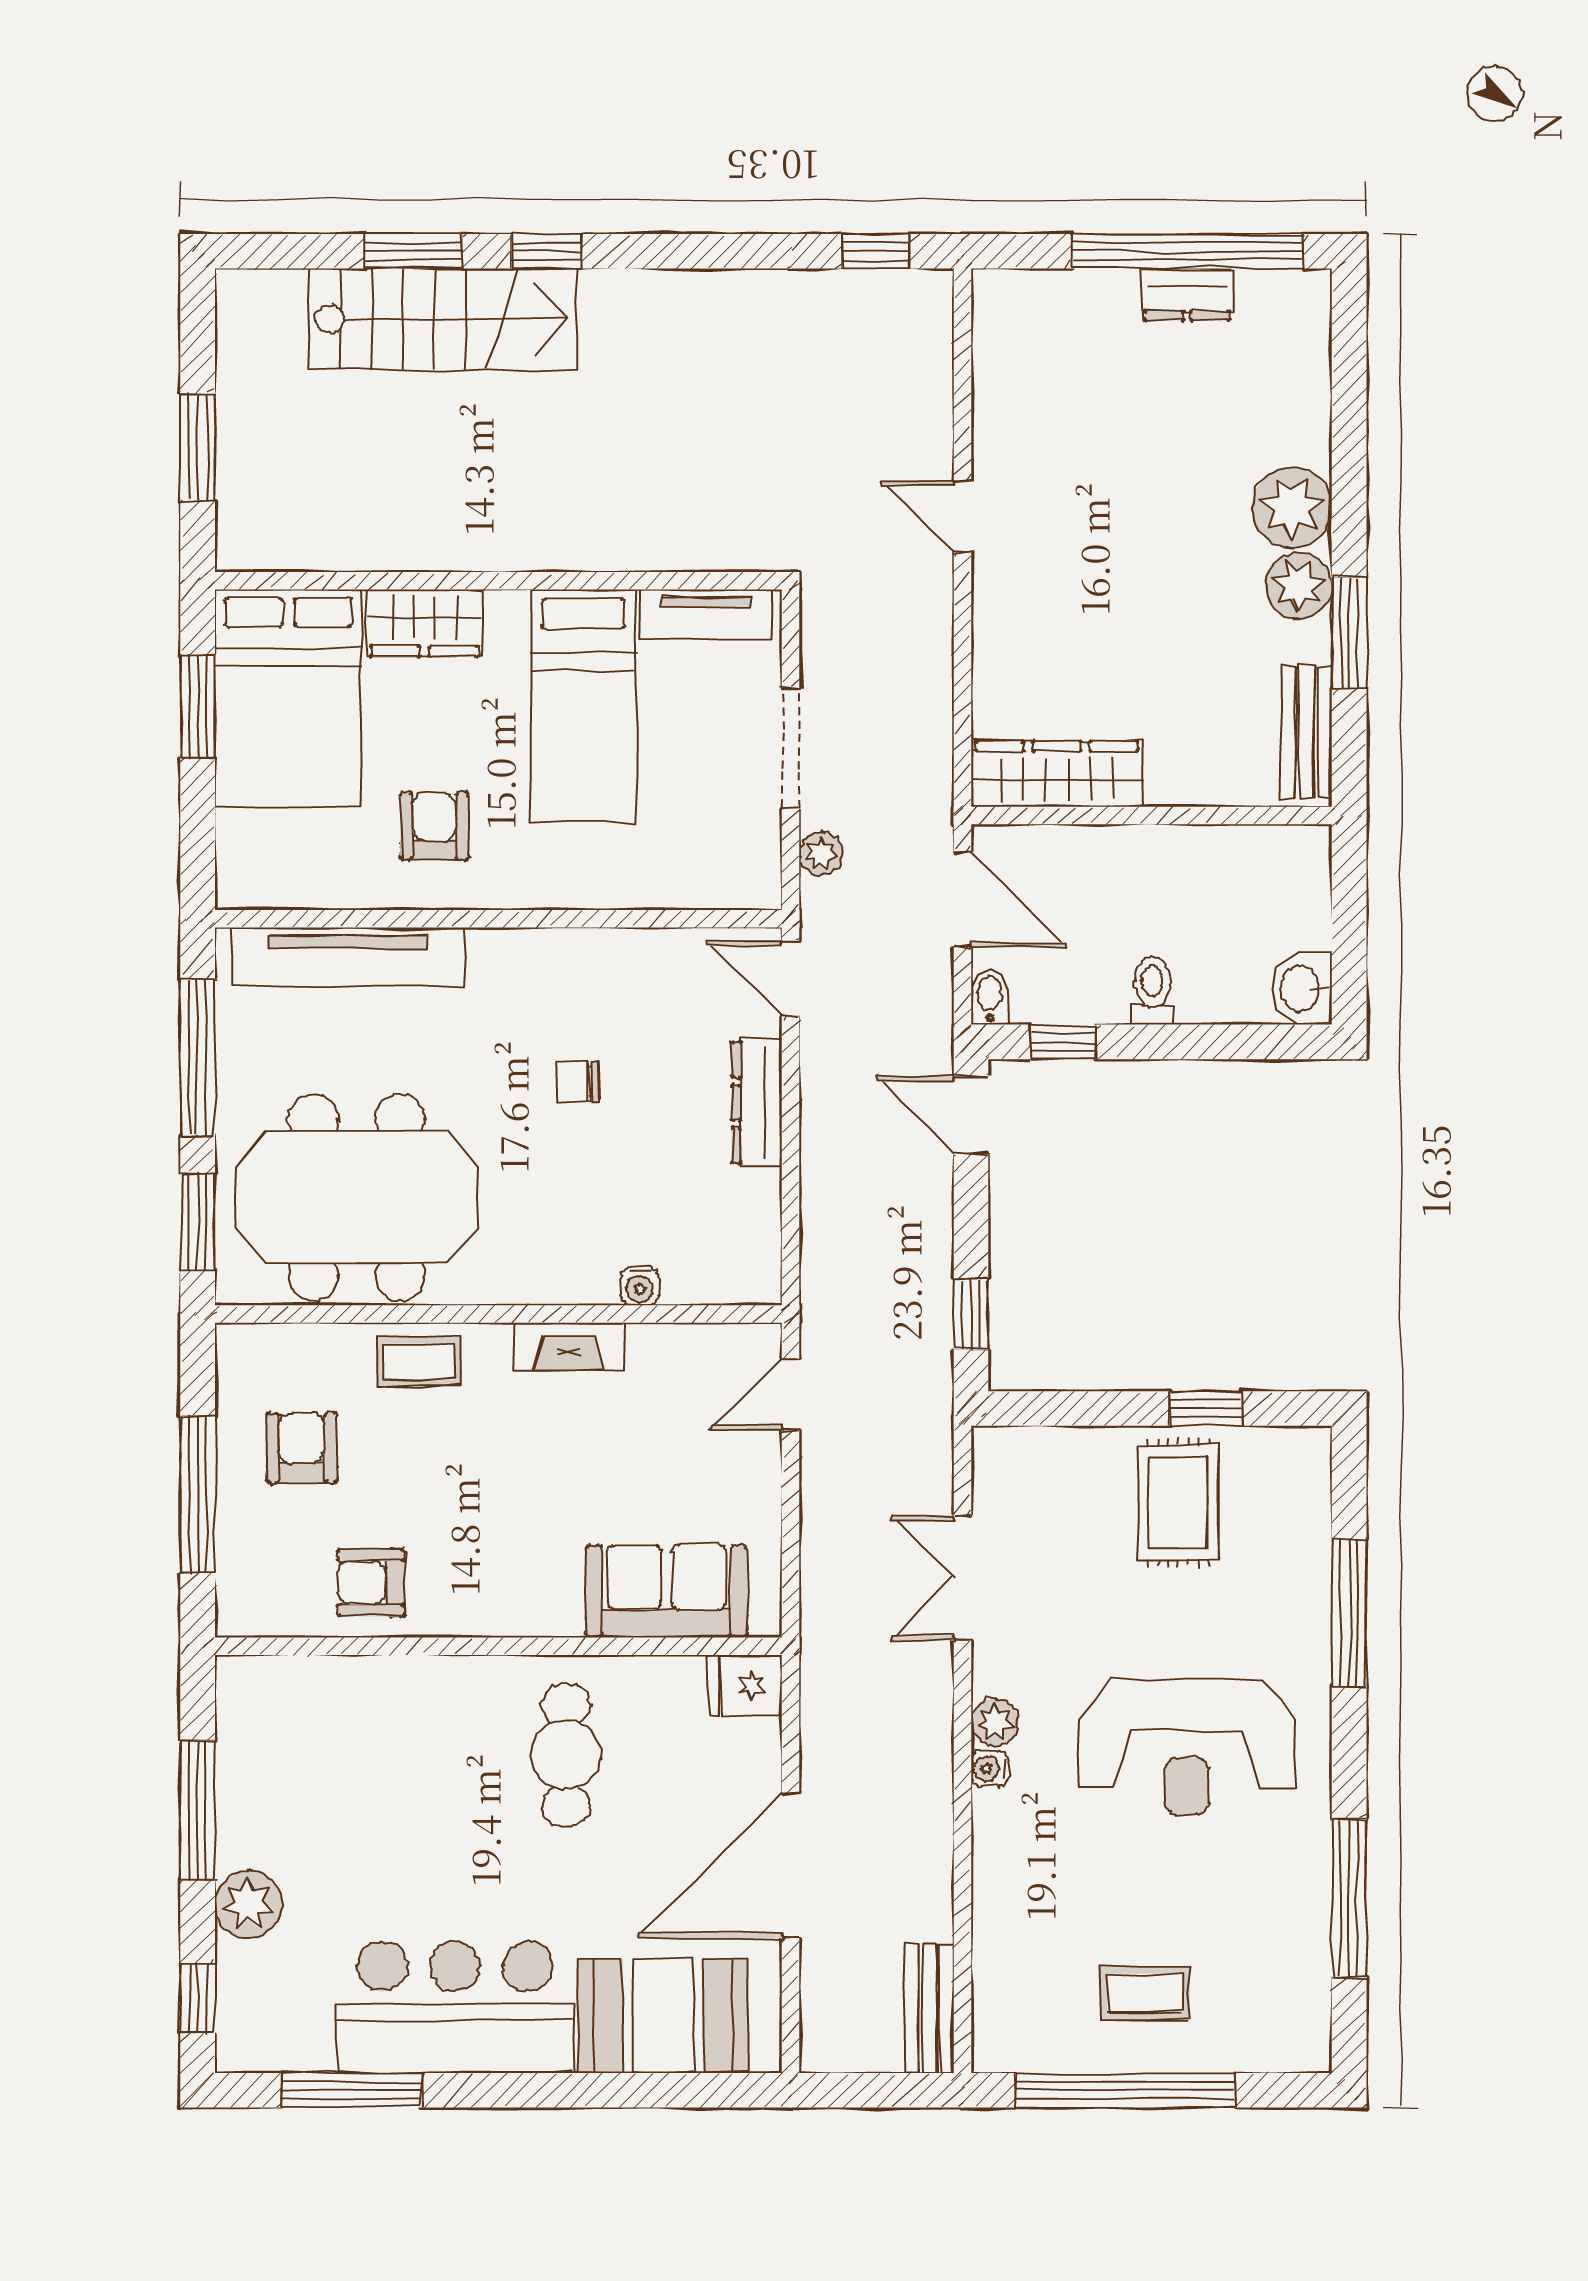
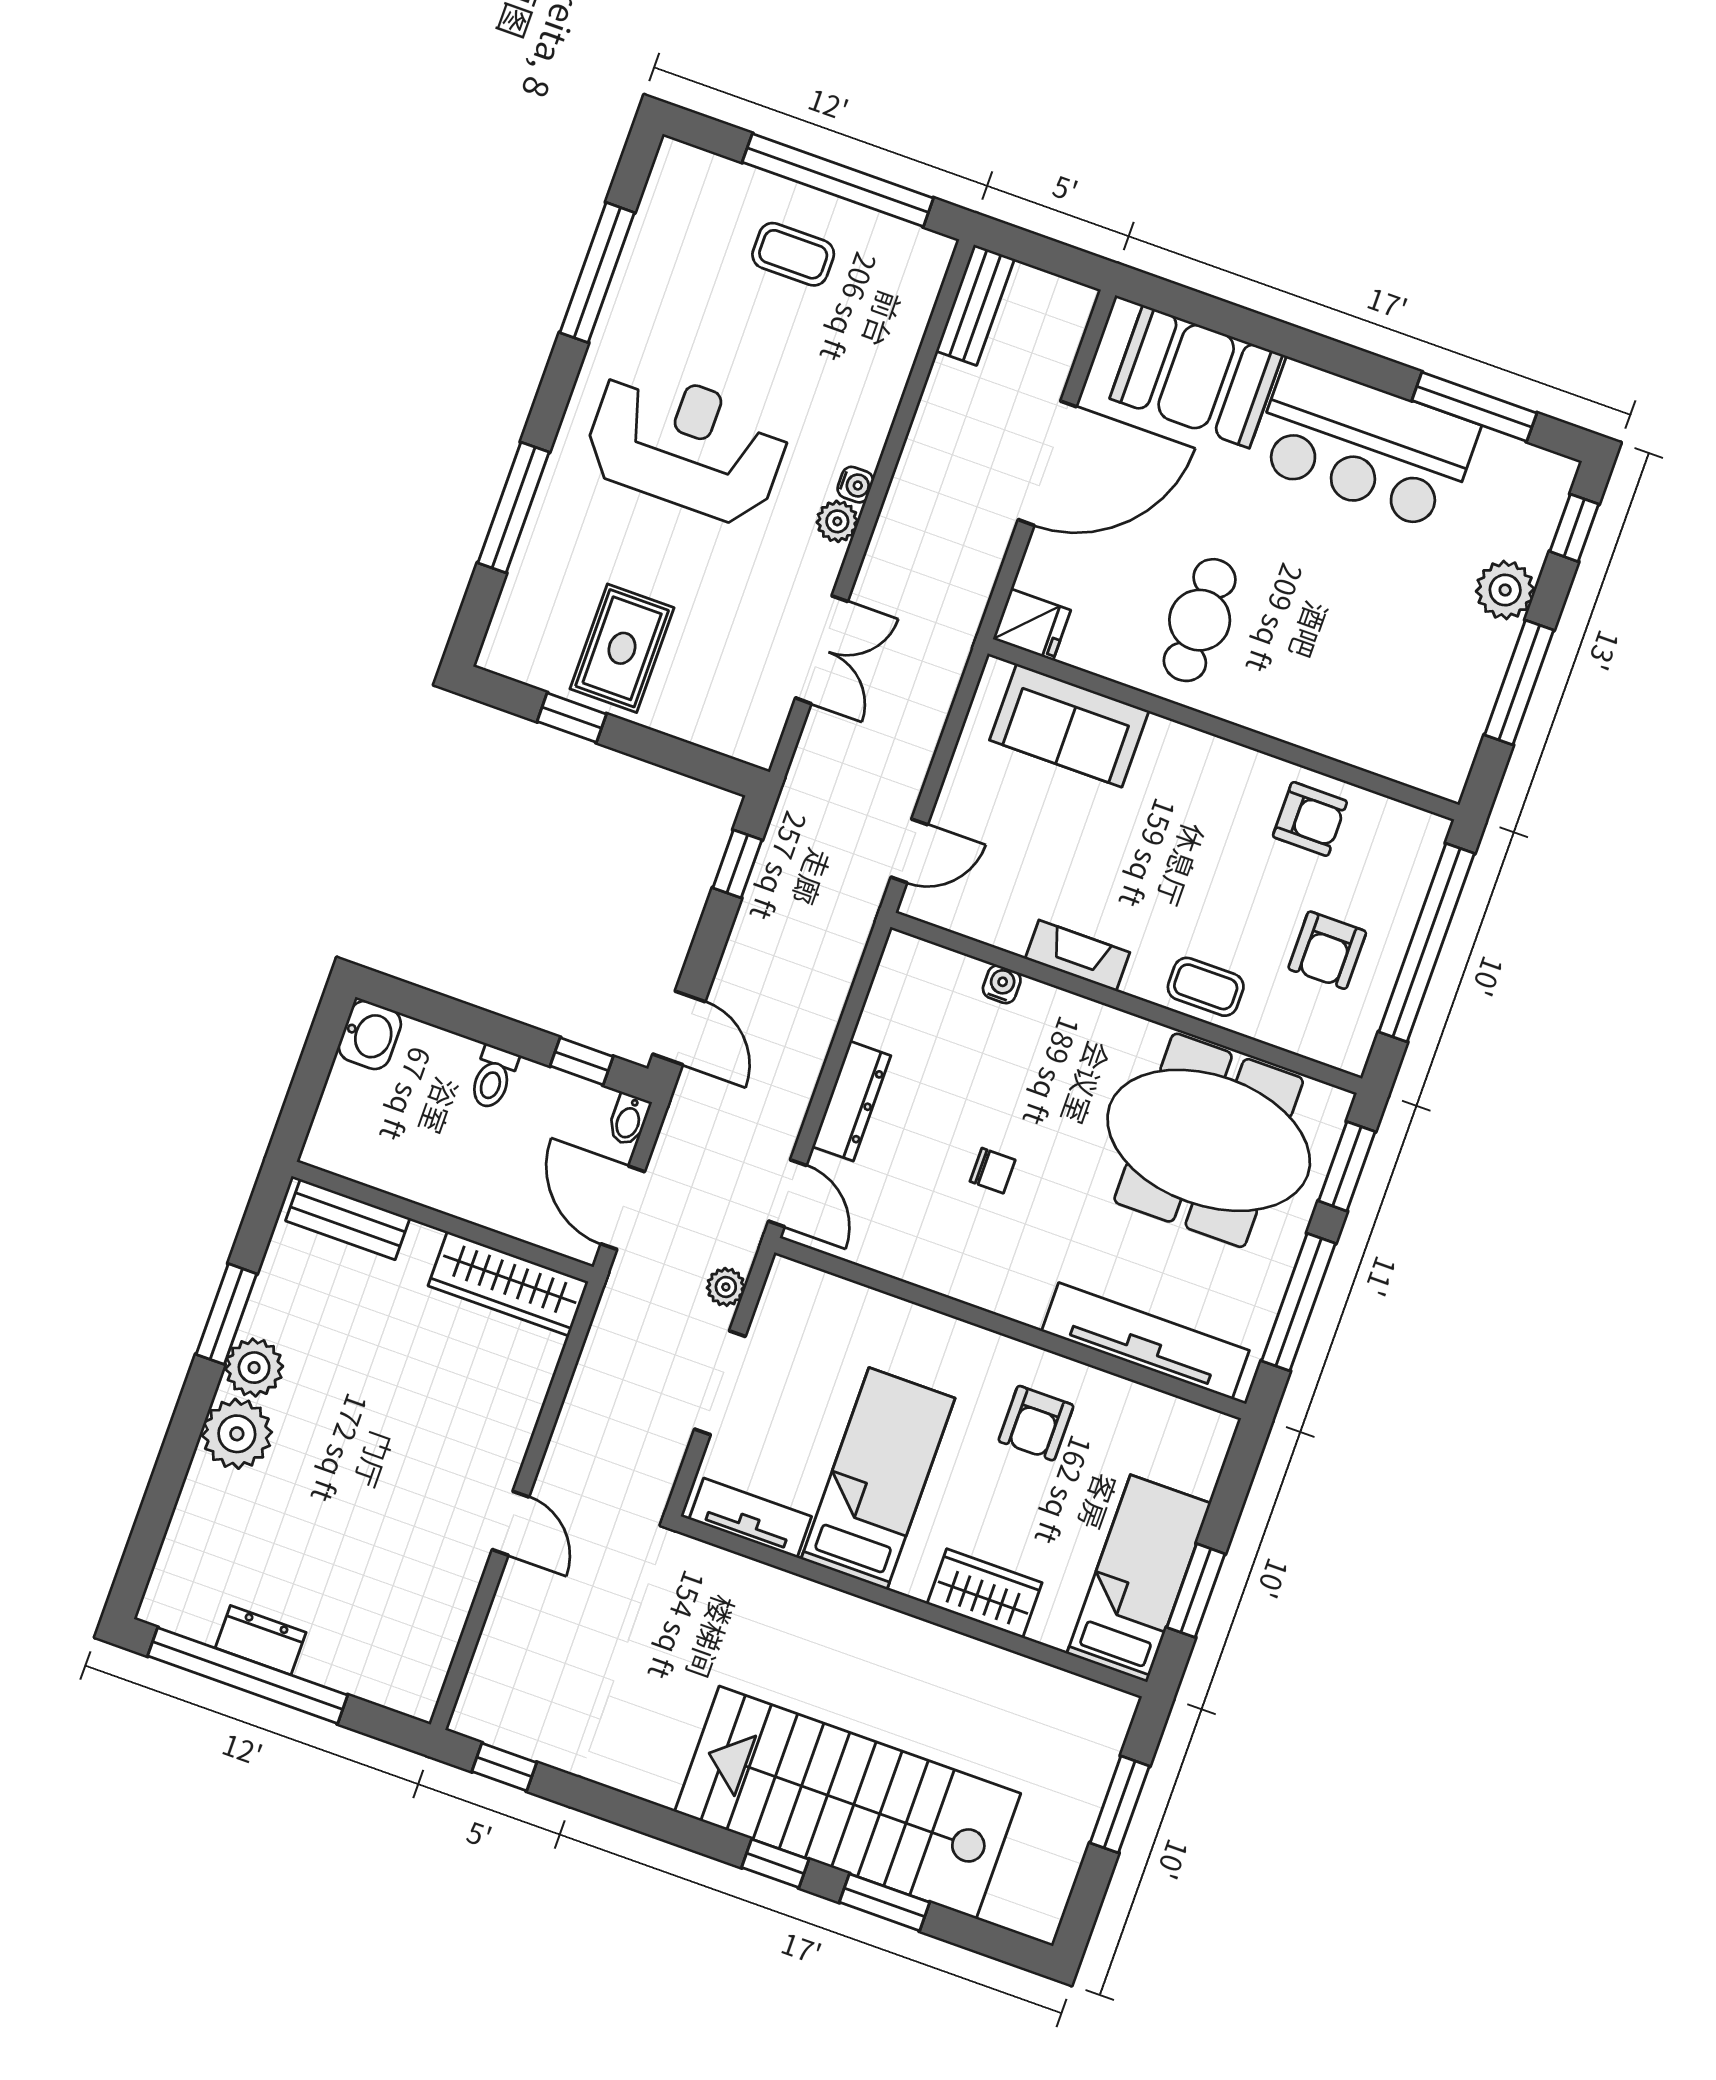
stairs: (443, 319) -> (848, 1802), width x1.36, depth x1.51
bed: (288, 698) -> (1139, 1578), width x0.67
bench: (1307, 732) -> (348, 1219), moved, turned 90
window: (198, 1494) -> (1427, 943), width x1.46

